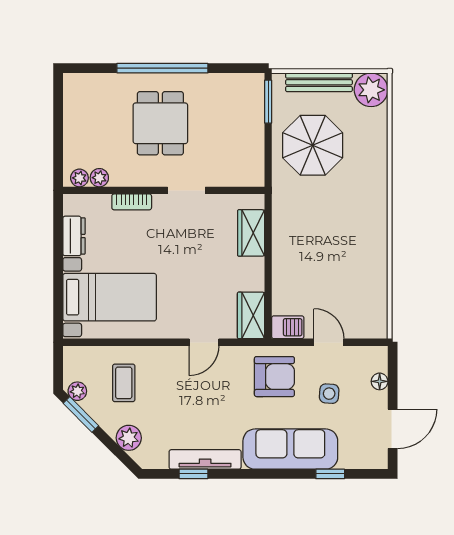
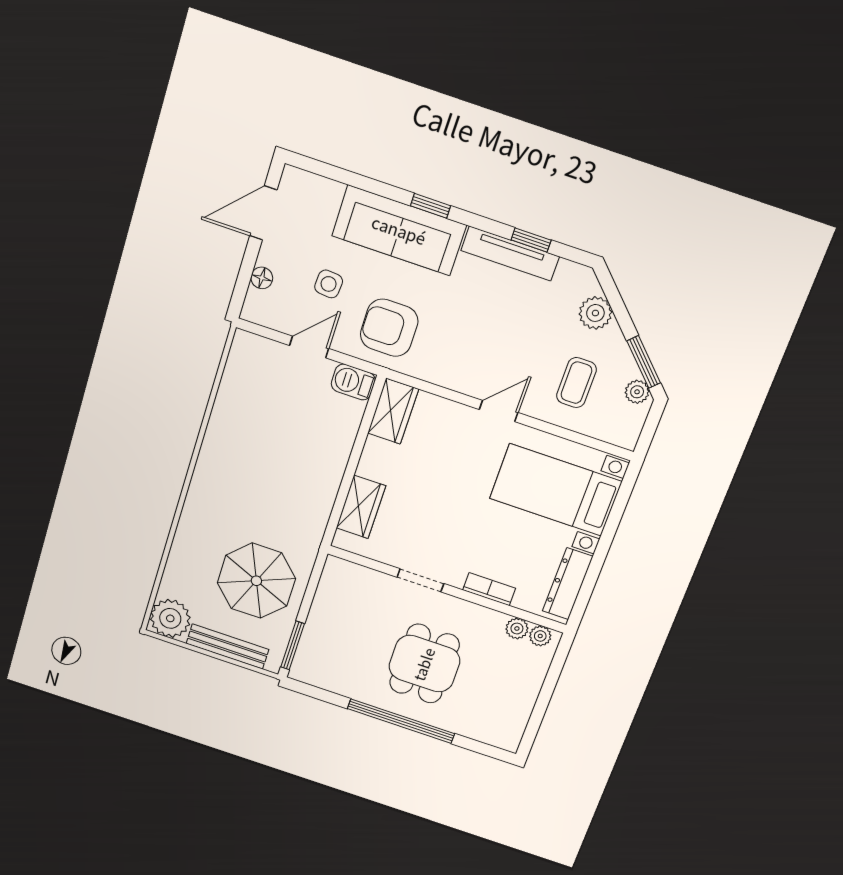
dresser: (74, 236) -> (568, 584), width x1.44
door: (204, 342) -> (499, 411), moved
door: (329, 342) -> (309, 347), swing flipped
window: (330, 474) -> (431, 206), moved

